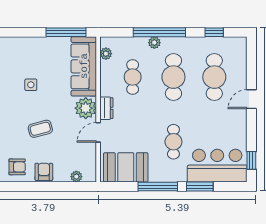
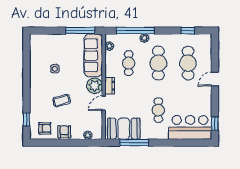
window: (159, 32) -> (135, 31), moved
window: (158, 187) -> (134, 143), moved
window: (200, 187) -> (177, 143), removed

